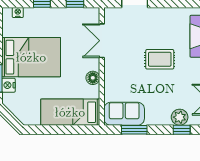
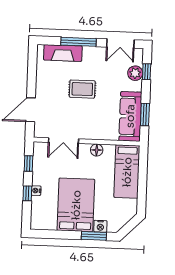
nightstand: (18, 12) -> (36, 191), moved
rug: (160, 59) -> (82, 89), turned 90
sofa: (124, 114) -> (130, 116), width x1.36

